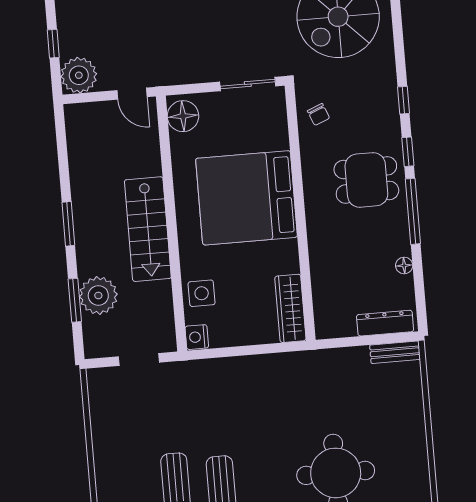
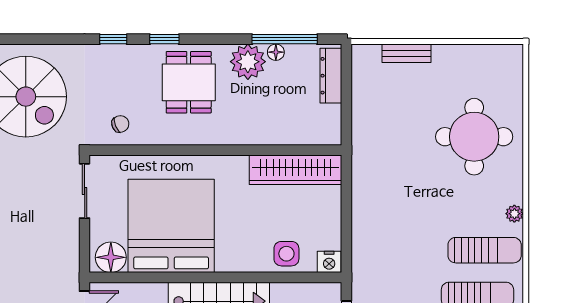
bed: (246, 198) -> (171, 226), moved, turned 180
window: (413, 211) -> (285, 39), moved
plant: (392, 238) -> (248, 62), added
wardrobe: (290, 308) -> (295, 170), width x1.40, depth x1.17
bench: (395, 352) -> (406, 53), moved, turned 90

